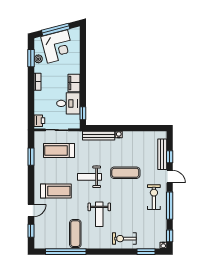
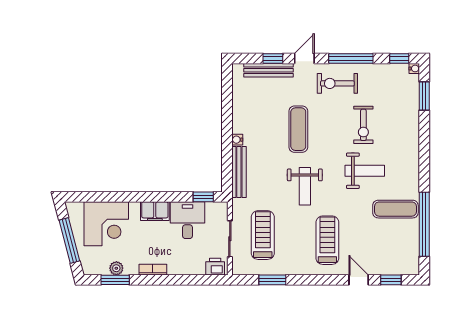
corner desk: (57, 46) -> (106, 224), moved, turned 105
treadmill: (59, 151) -> (263, 235), turned 180
exercise bike: (124, 239) -> (363, 125), moved

